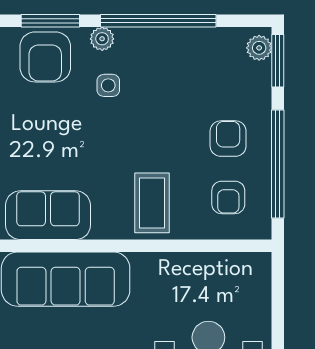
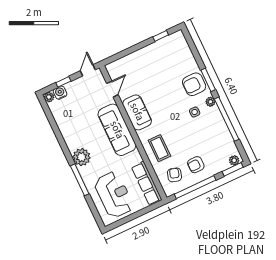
armchair: (228, 139) -> (196, 165), turned 180
armchair: (228, 197) -> (174, 175), turned 107
coffee table: (152, 203) -> (159, 148), turned 90
row of seats: (218, 269) -> (147, 183), added

